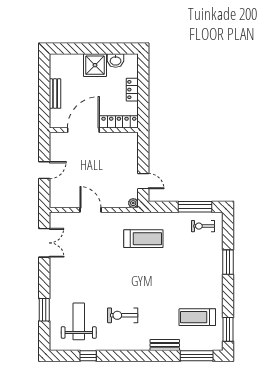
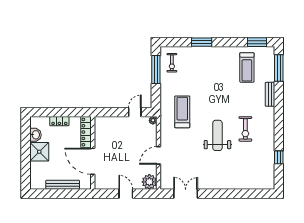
bench: (55, 94) -> (63, 185), width x1.36
plant: (59, 199) -> (149, 182), added
window: (44, 310) -> (241, 194), removed
weight bench: (79, 321) -> (217, 135), moved, turned 90

